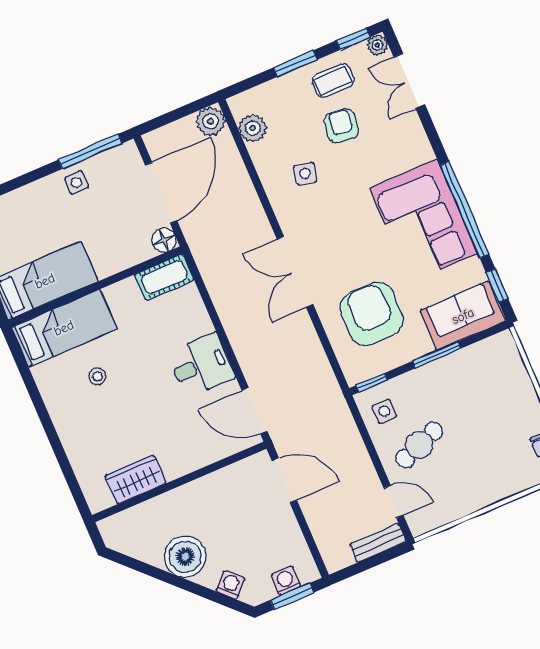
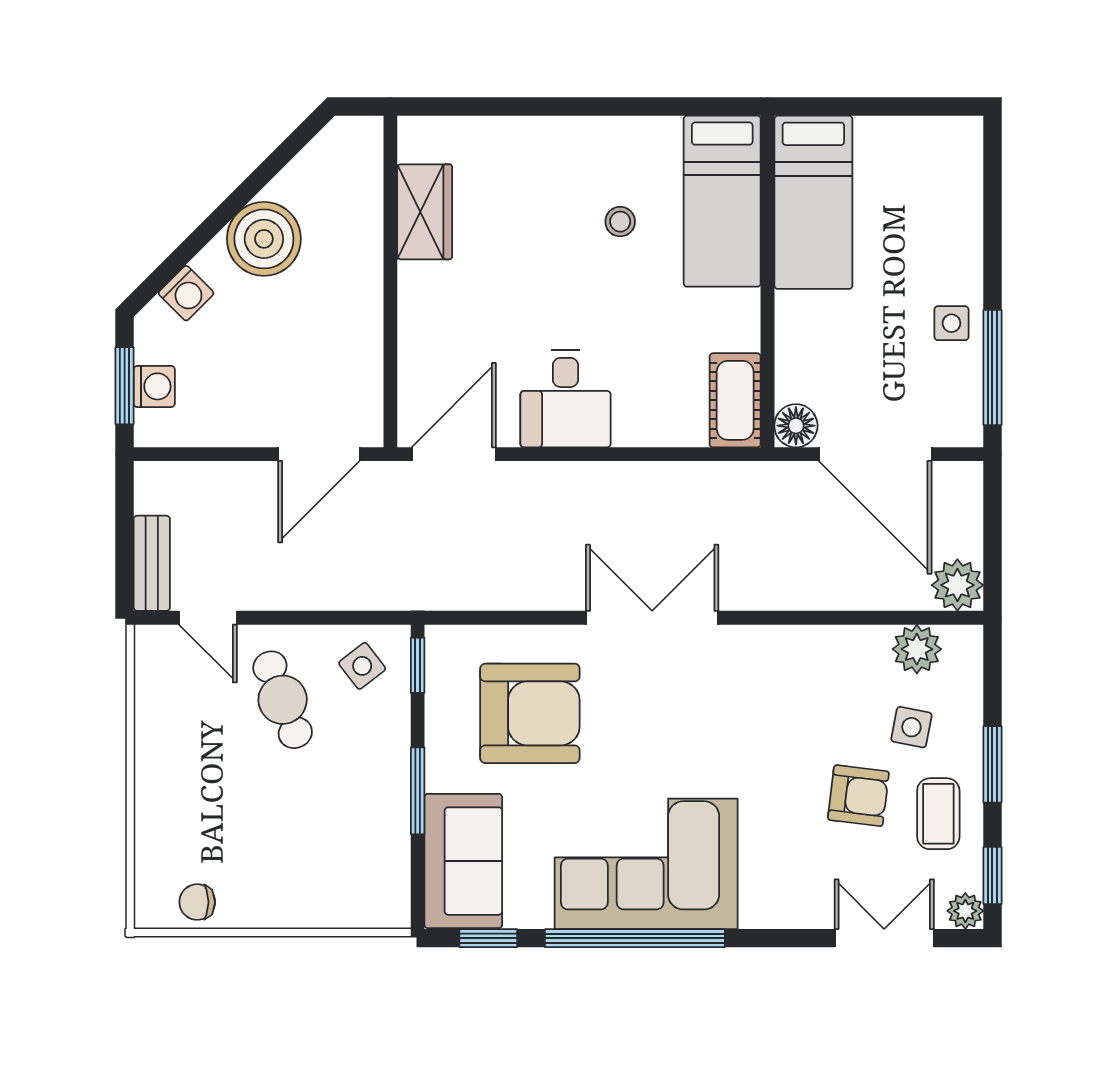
side table: (305, 174) -> (911, 727), moved
side table: (384, 411) -> (362, 666), turned -38
door: (394, 502) -> (208, 618), hinge flipped

